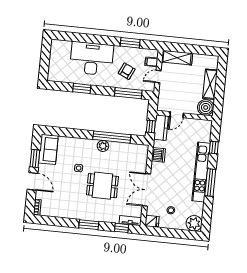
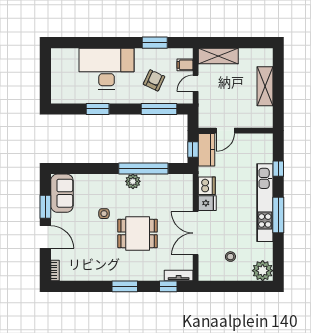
boiler: (206, 107) -> (262, 117), removed
fridge: (152, 221) -> (207, 203), moved

